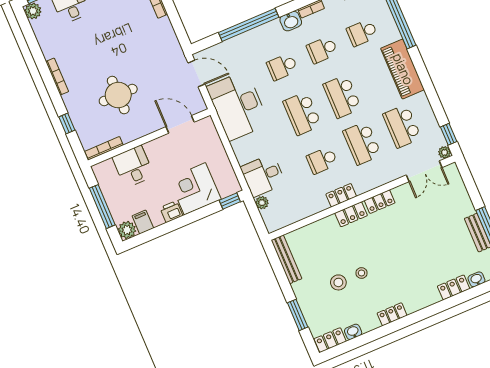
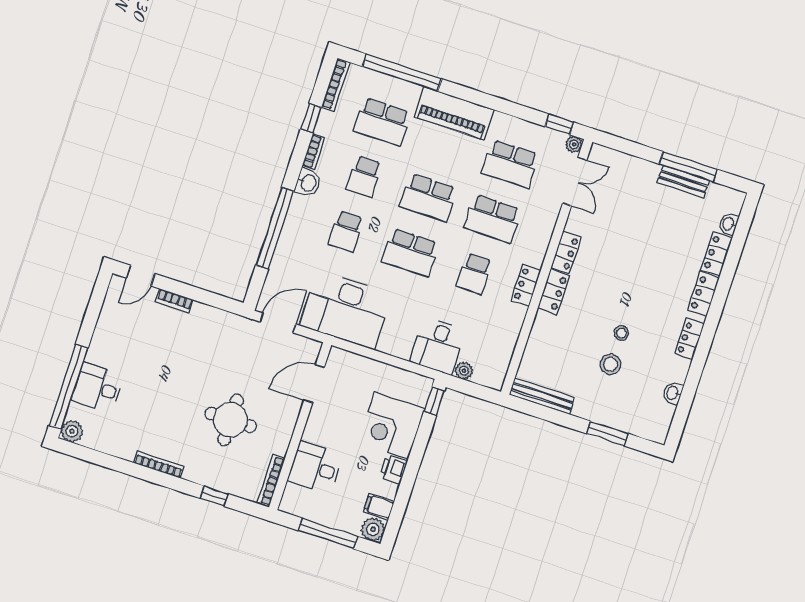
school desk: (362, 33) -> (382, 122), width x1.85
locker: (330, 340) -> (703, 294), moved

